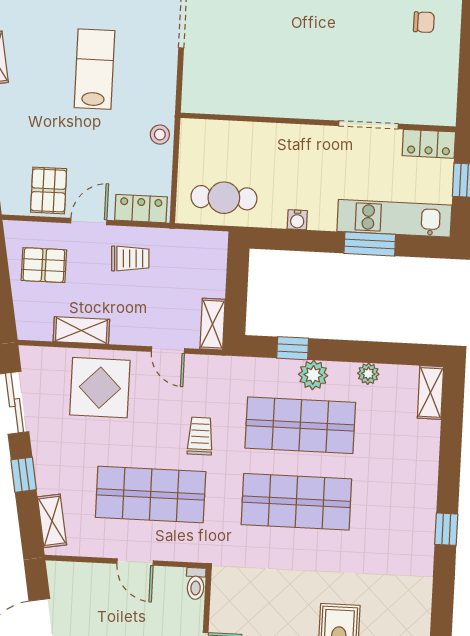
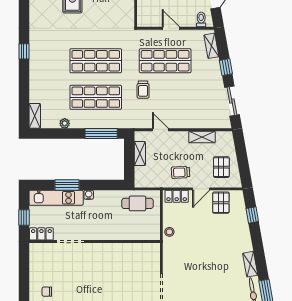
lab bench: (94, 69) -> (202, 261), removed
water cooler: (297, 220) -> (89, 195), moved
pallet: (44, 265) -> (221, 167), turned 90
shelving: (213, 324) -> (140, 153), moved
window: (293, 348) -> (101, 134), width x2.17
plant: (313, 375) -> (91, 121), removed
display table: (100, 388) -> (192, 110), removed
toilet: (196, 584) -> (201, 19), moved

